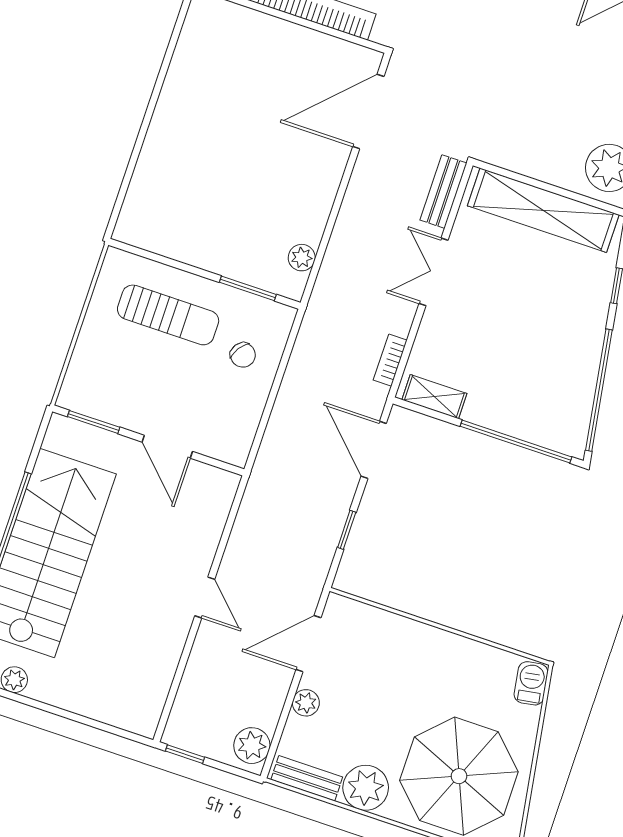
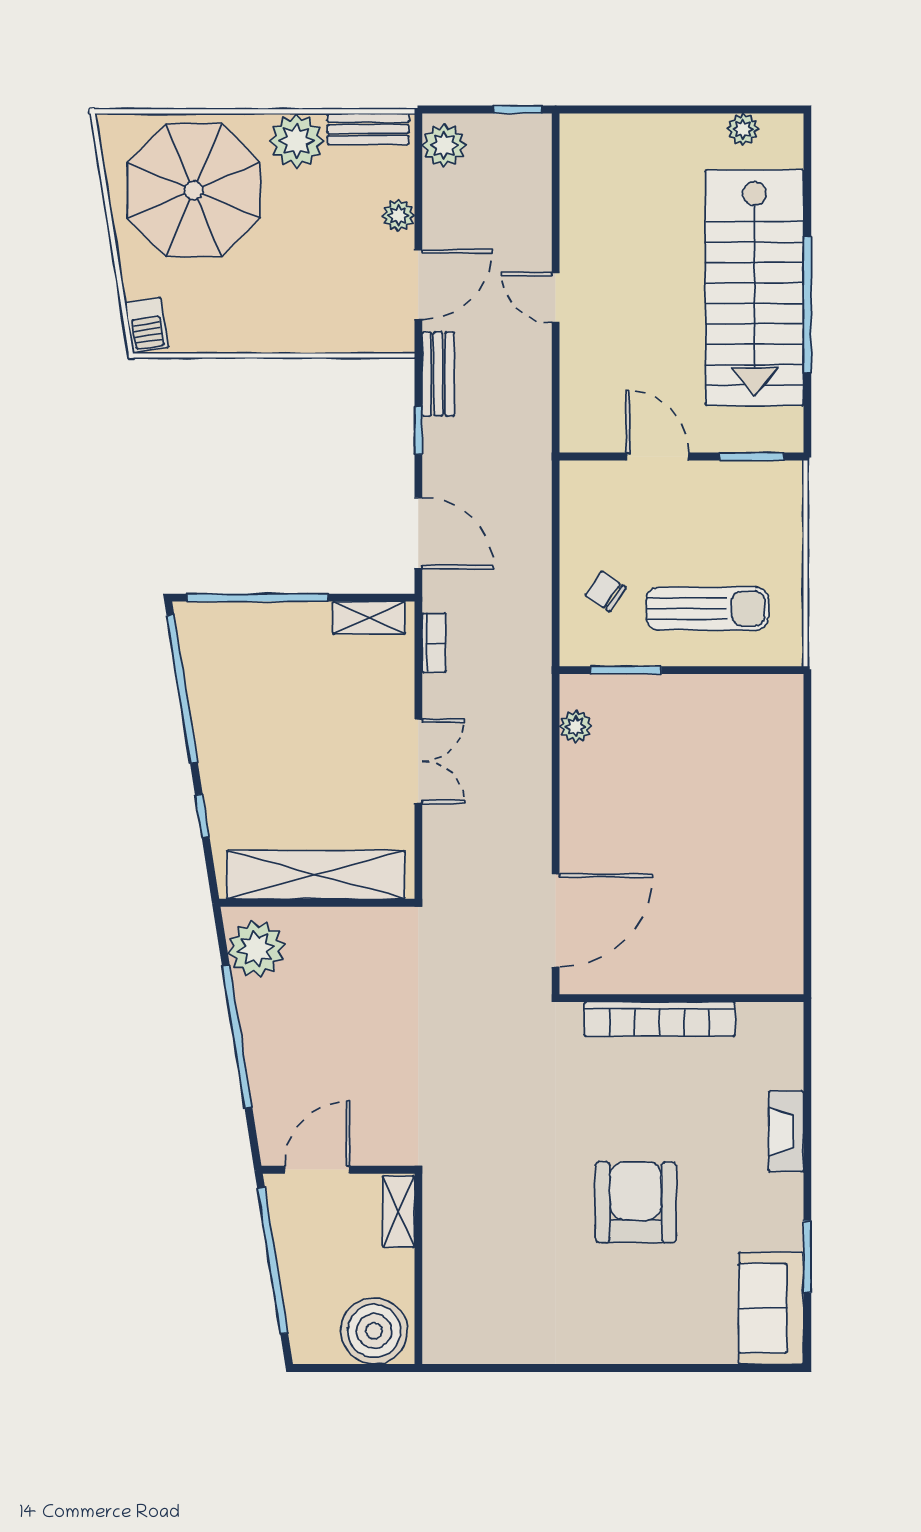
bench: (443, 192) -> (438, 374), moved
sun lounger: (168, 315) -> (707, 609), turned 180

